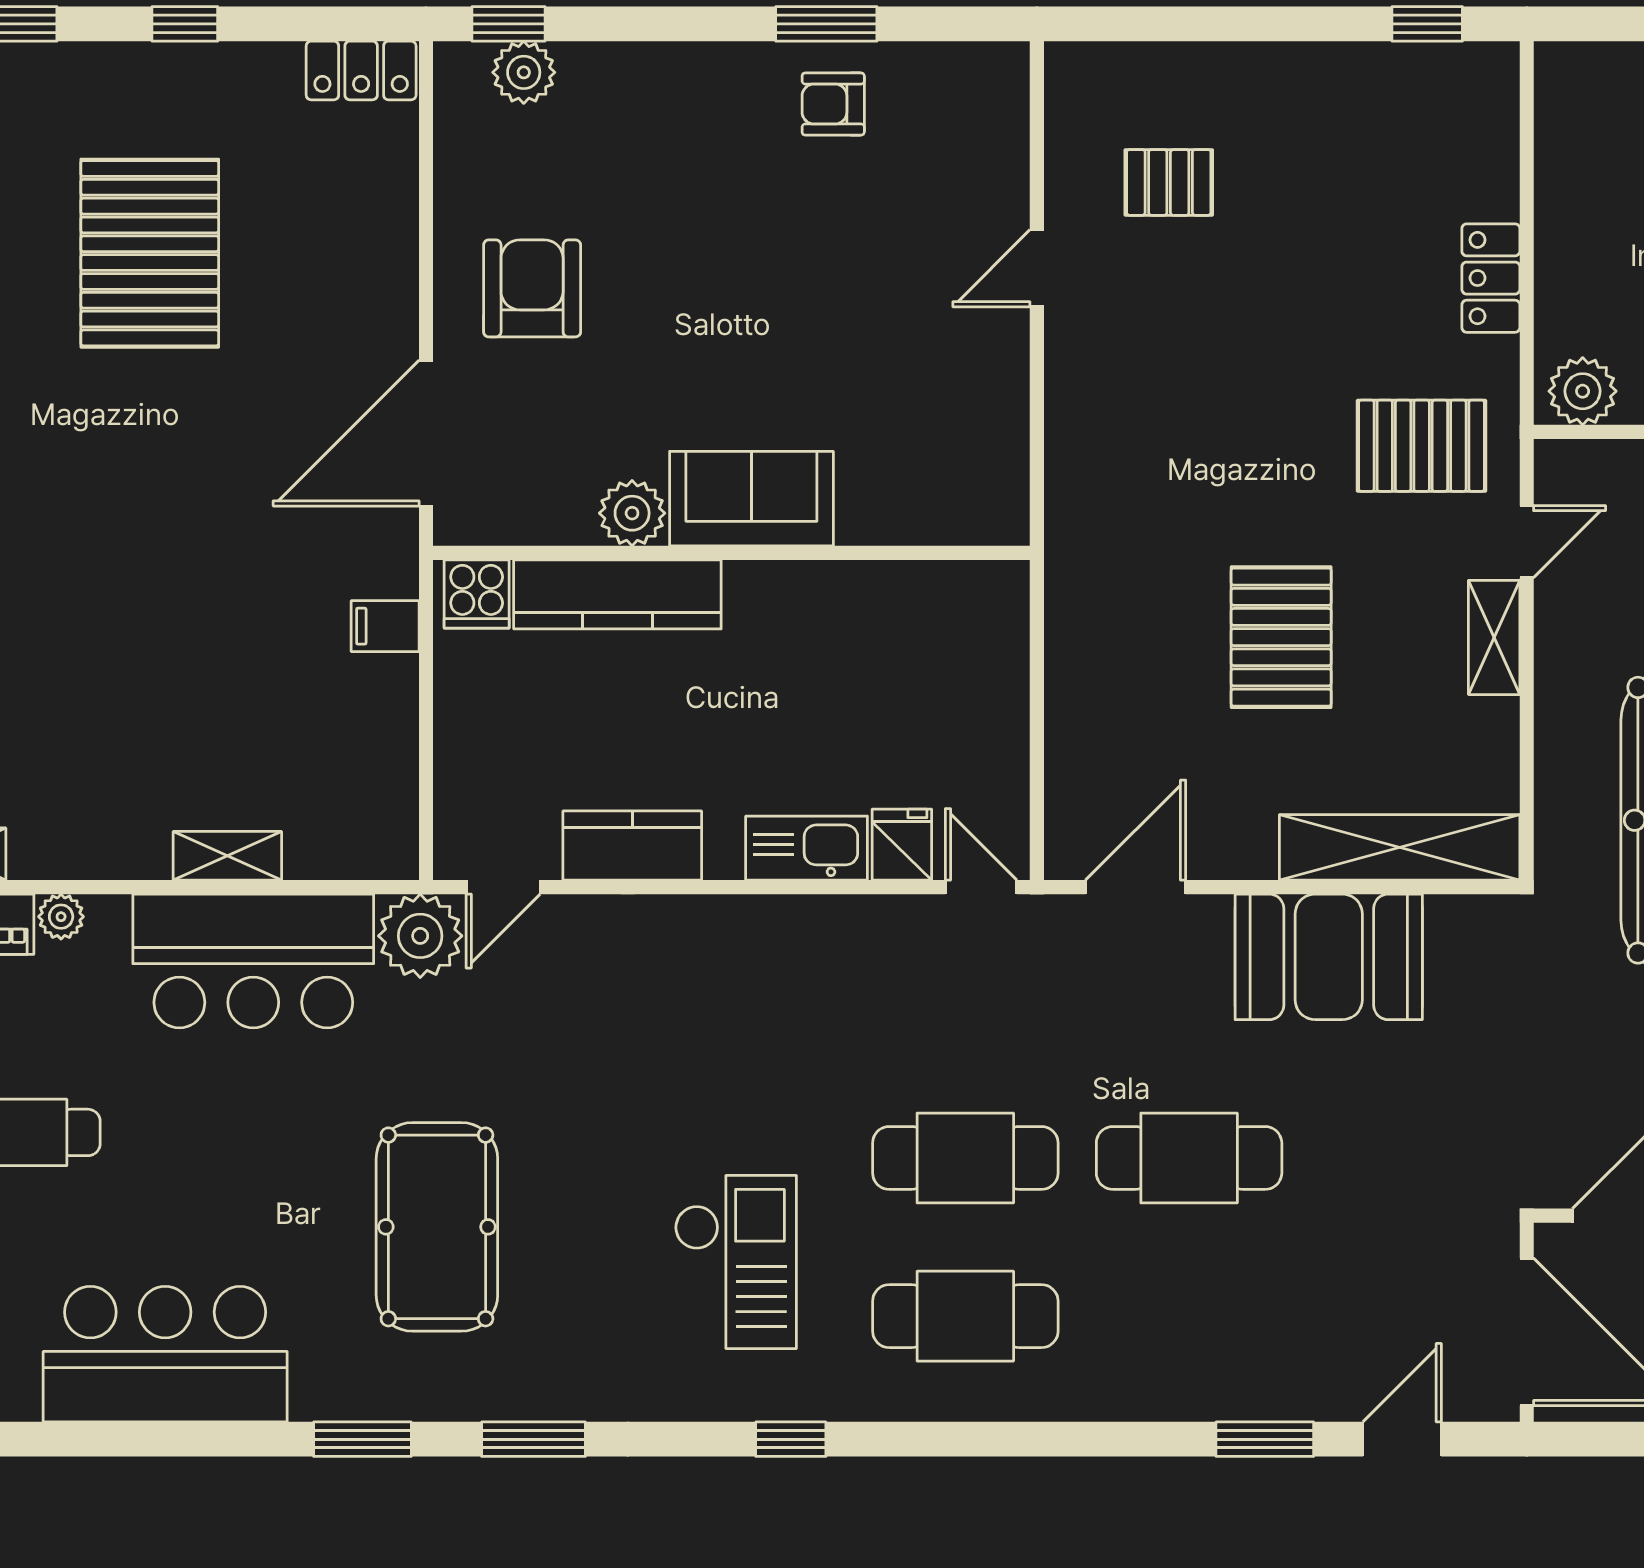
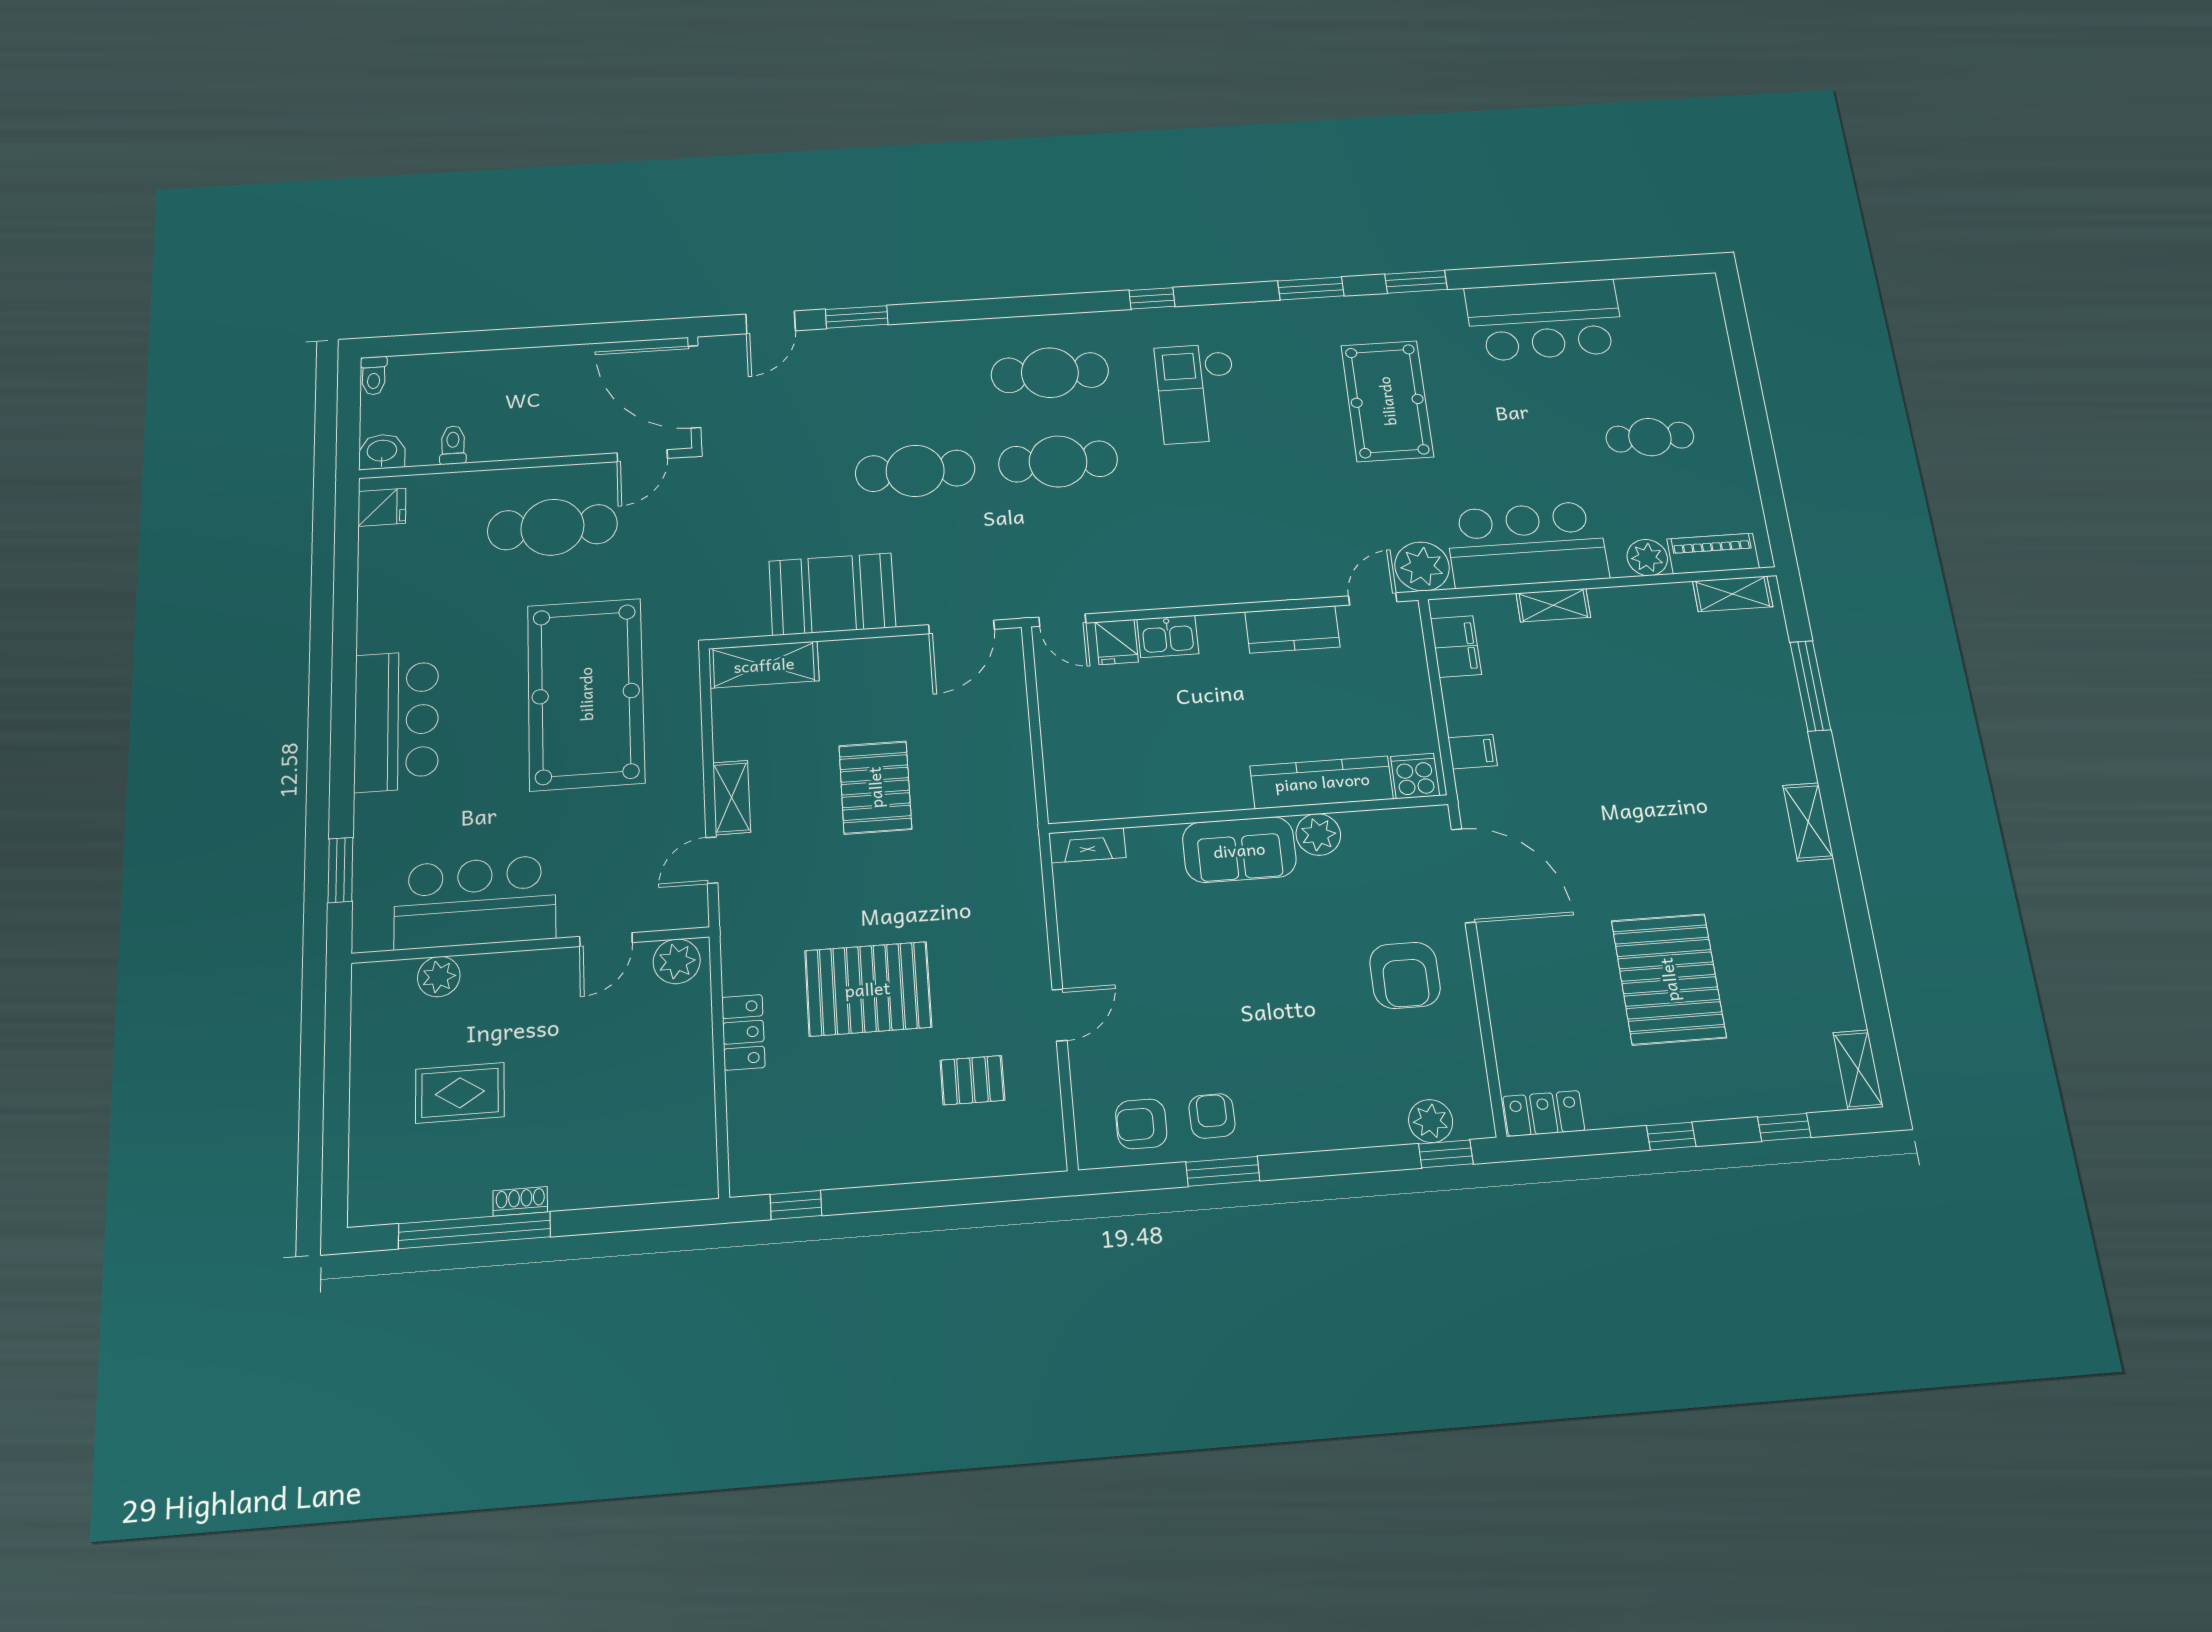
armchair: (934, 101) -> (1141, 1124), added
armchair: (833, 104) -> (1212, 1116), turned -91
door: (426, 433) -> (1463, 876), hinge flipped
pallet: (1422, 446) -> (868, 989), moved, width x1.37, depth x1.41
fireplace: (975, 522) -> (1087, 845), added
filing cabinet: (386, 799) -> (1456, 647), added
shelving: (1400, 847) -> (764, 665), width x0.68
kitchen sink: (807, 848) -> (1168, 636), width x0.73
plant: (61, 917) -> (1647, 558), width x1.38, depth x1.38

